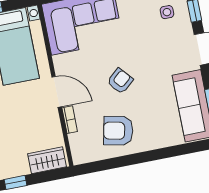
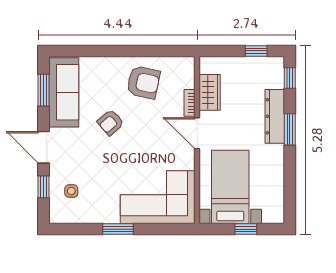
armchair: (120, 81) -> (111, 122), moved
wardrobe: (47, 160) -> (210, 92), moved, turned -90

